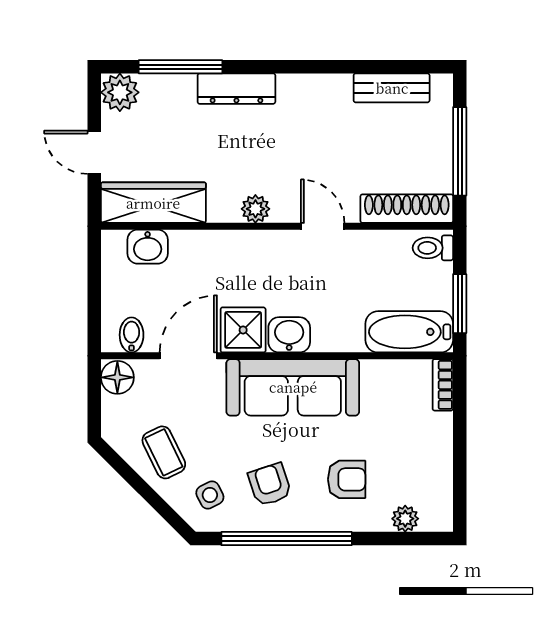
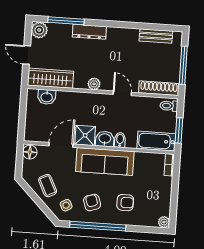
bidet: (132, 335) -> (120, 140), moved
plant: (405, 519) -> (164, 222), moved

